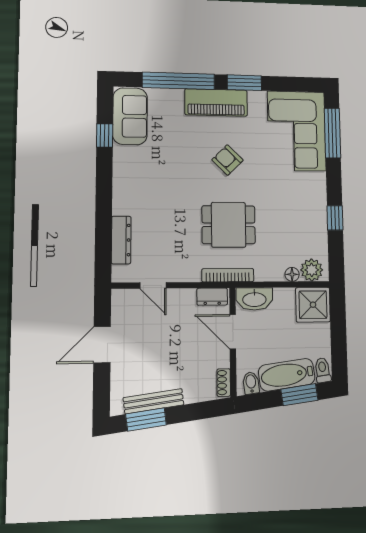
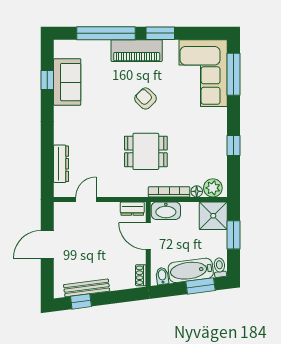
sofa: (130, 116) -> (67, 82), moved
bookcase: (228, 275) -> (169, 192), moved
door: (153, 285) -> (86, 199), swing flipped
window: (338, 328) -> (233, 235), added
window: (146, 420) -> (81, 301), width x0.67

